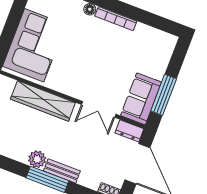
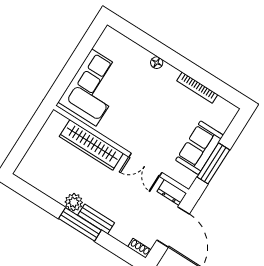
bookcase: (116, 19) -> (197, 88), moved
sofa: (141, 99) -> (199, 148), moved

